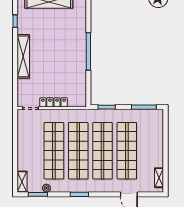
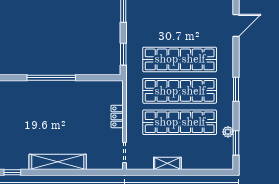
locker: (53, 102) -> (117, 116), width x0.66
shop shelf: (127, 151) -> (180, 28), removed
shelving: (22, 182) -> (167, 163), moved

